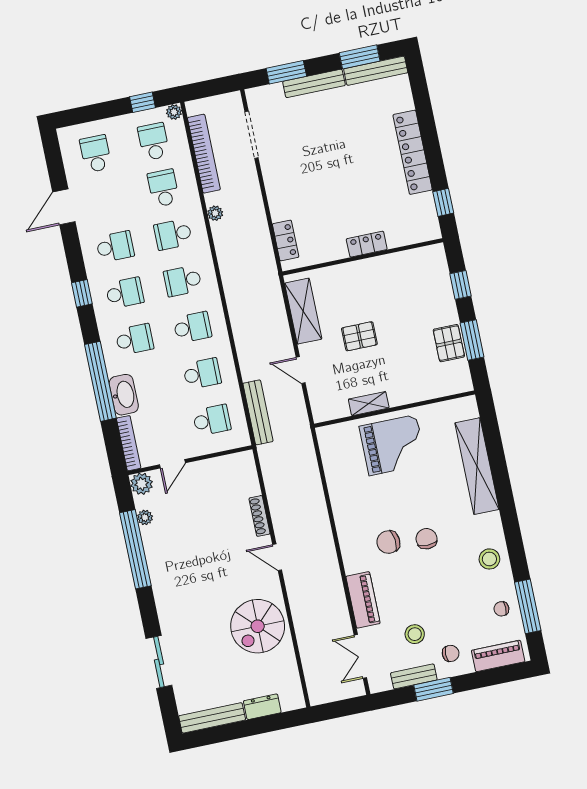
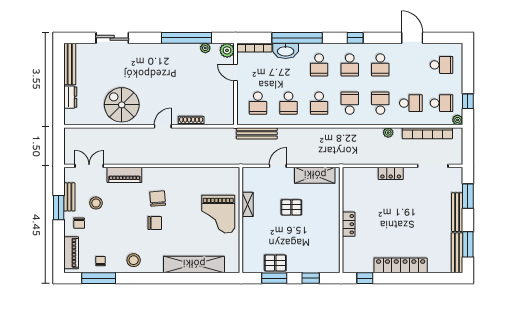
locker: (286, 241) -> (391, 173), moved
pallet: (359, 336) -> (291, 207), turned 90

